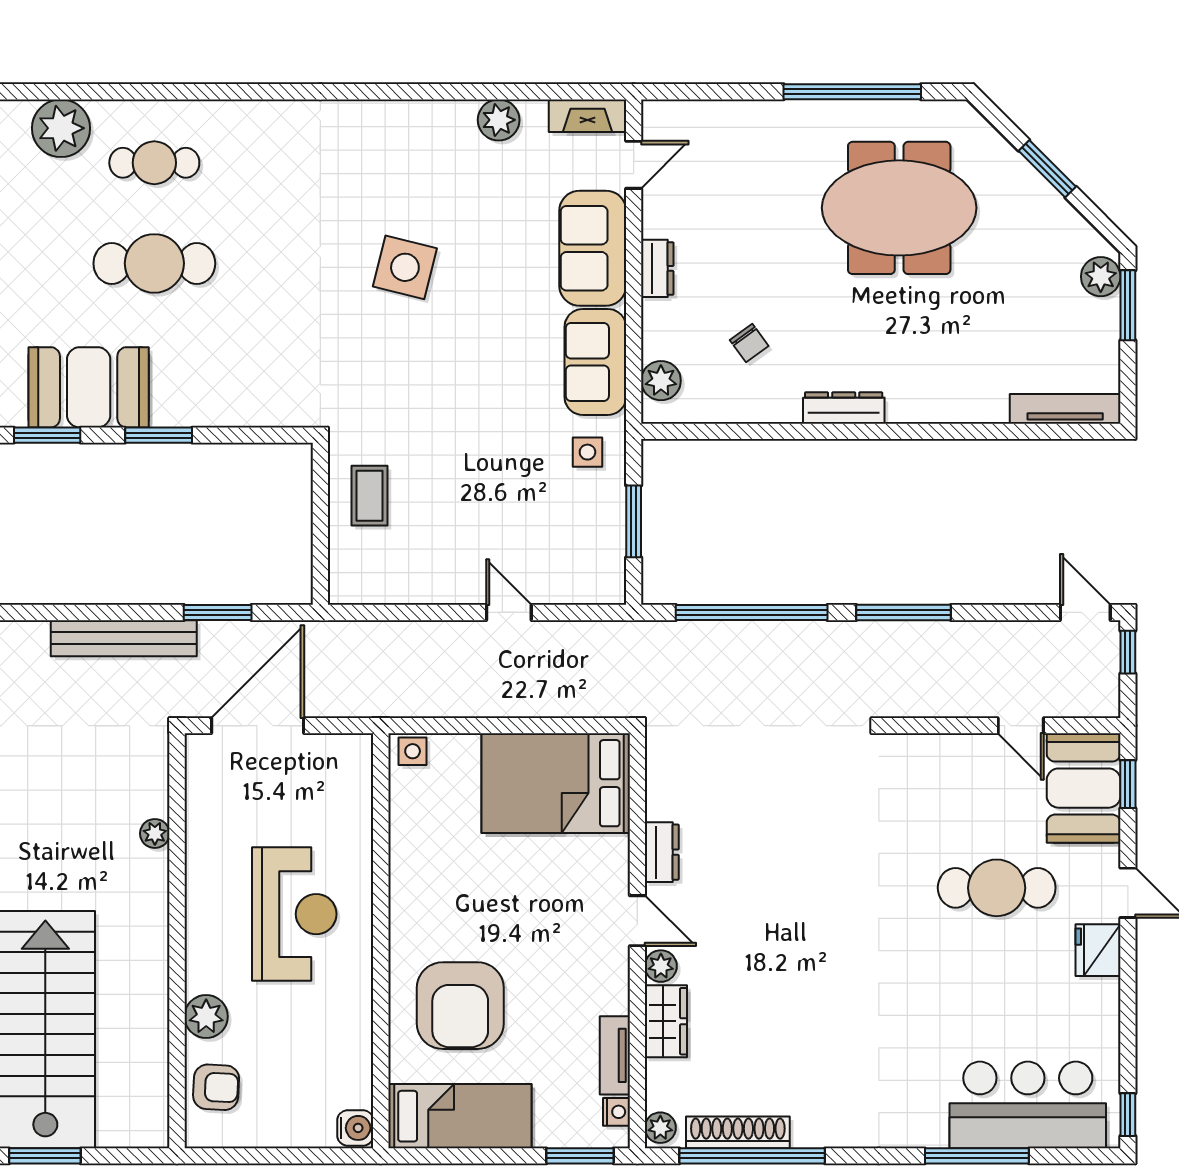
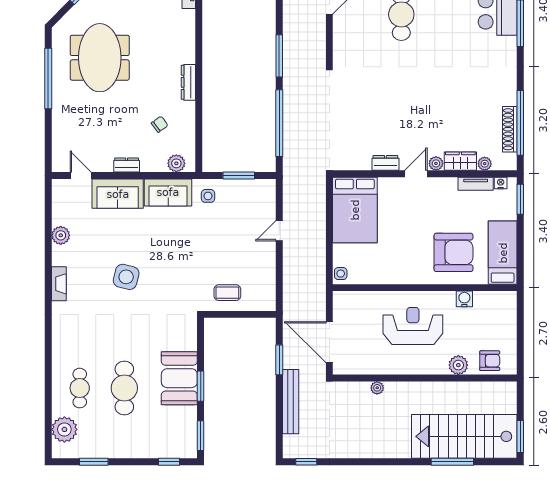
fireplace: (587, 116) -> (59, 284), moved
booth: (89, 387) -> (179, 378), moved
armchair: (216, 1087) -> (490, 361), turned 87
water cooler: (355, 1128) -> (464, 299), moved
plant: (660, 1128) -> (485, 164), moved

